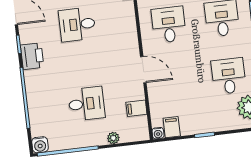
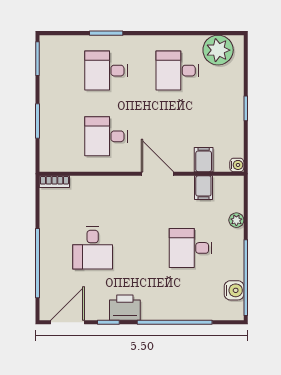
door: (143, 70) -> (157, 174), hinge flipped
desk: (86, 104) -> (191, 248), turned -90
filing cabinet: (172, 127) -> (204, 160), moved, turned 90
water cooler: (40, 145) -> (234, 290), moved

